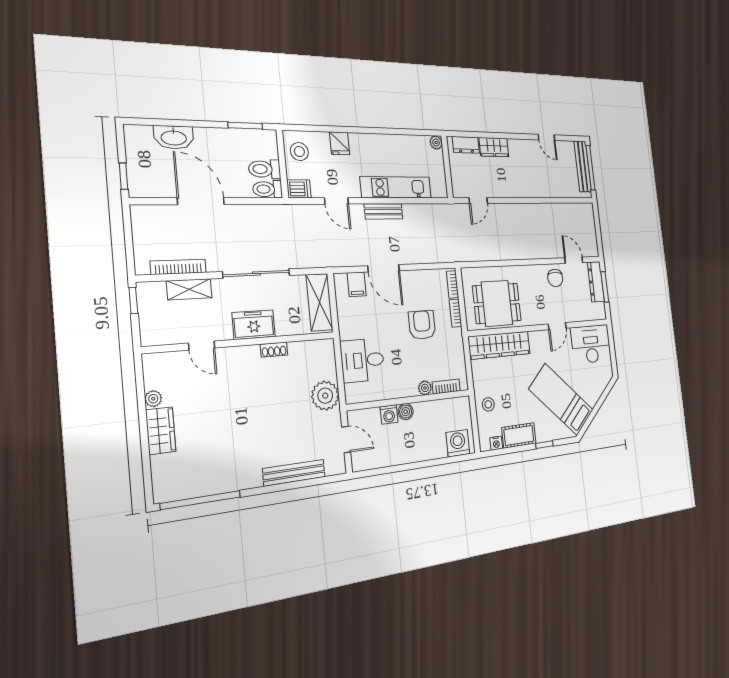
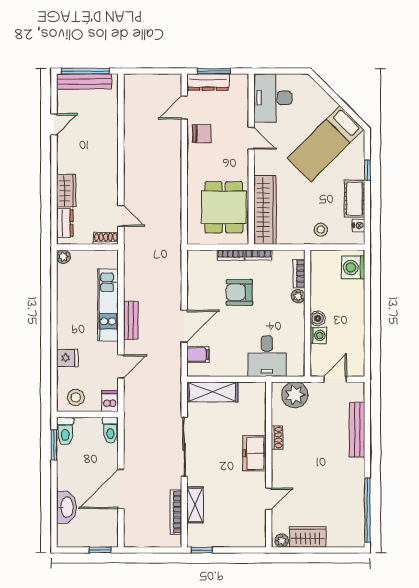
toilet: (265, 169) -> (65, 431), moved
shoe rack: (457, 185) -> (106, 238), added
bookcase: (453, 284) -> (258, 255), moved
freezer: (254, 325) -> (254, 453), moved
wall: (242, 342) -> (269, 465), moved
door: (202, 346) -> (269, 499), moved
shoe rack: (274, 350) -> (277, 437), moved

